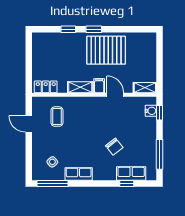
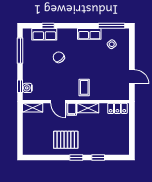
pallet: (106, 50) -> (66, 140), width x0.73, depth x0.71
coffee table: (57, 117) -> (84, 87), moved

